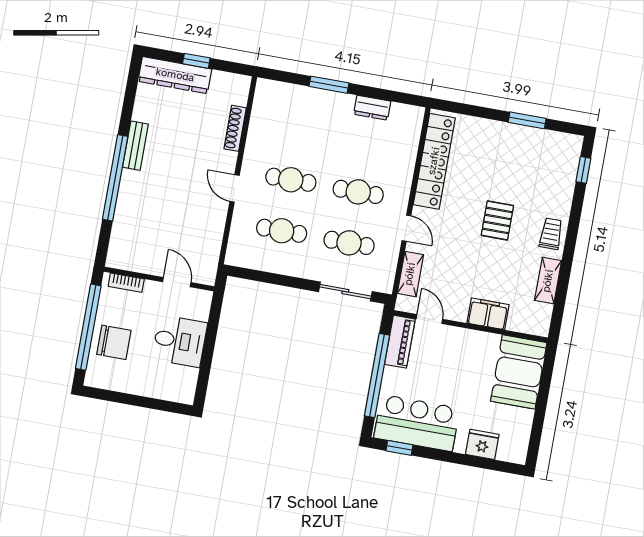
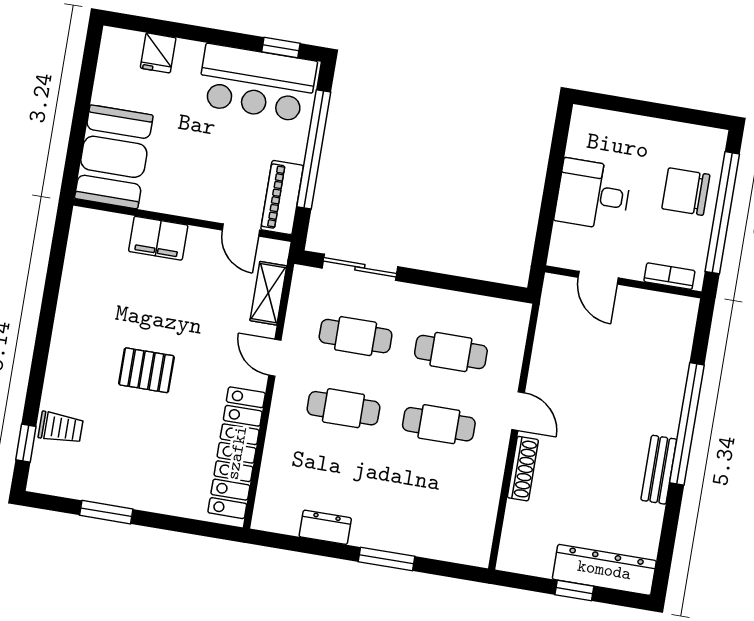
shoe rack: (235, 128) -> (523, 469), moved
pallet: (497, 220) -> (146, 370), turned 90
trolley: (551, 234) -> (61, 428), moved, turned -90
shelving: (548, 281) -> (74, 286), removed
fridge: (482, 444) -> (158, 53), width x0.72

